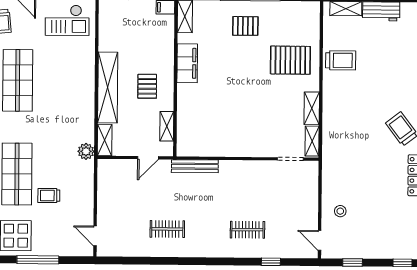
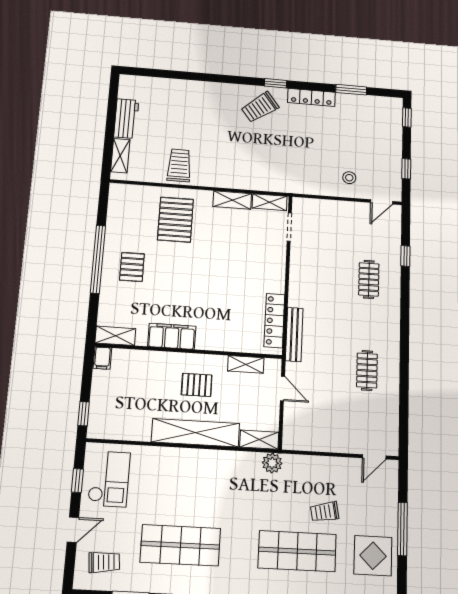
locker: (206, 149) -> (274, 321), added
trolley: (49, 196) -> (325, 512), turned 79

